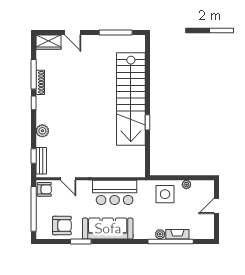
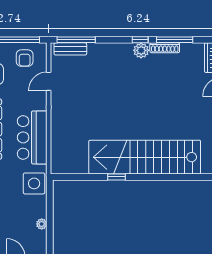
plant: (42, 131) -> (141, 50), moved
window: (34, 156) -> (76, 40), width x2.17
armchair: (44, 189) -> (25, 58), moved
side table: (165, 194) -> (34, 183), moved

